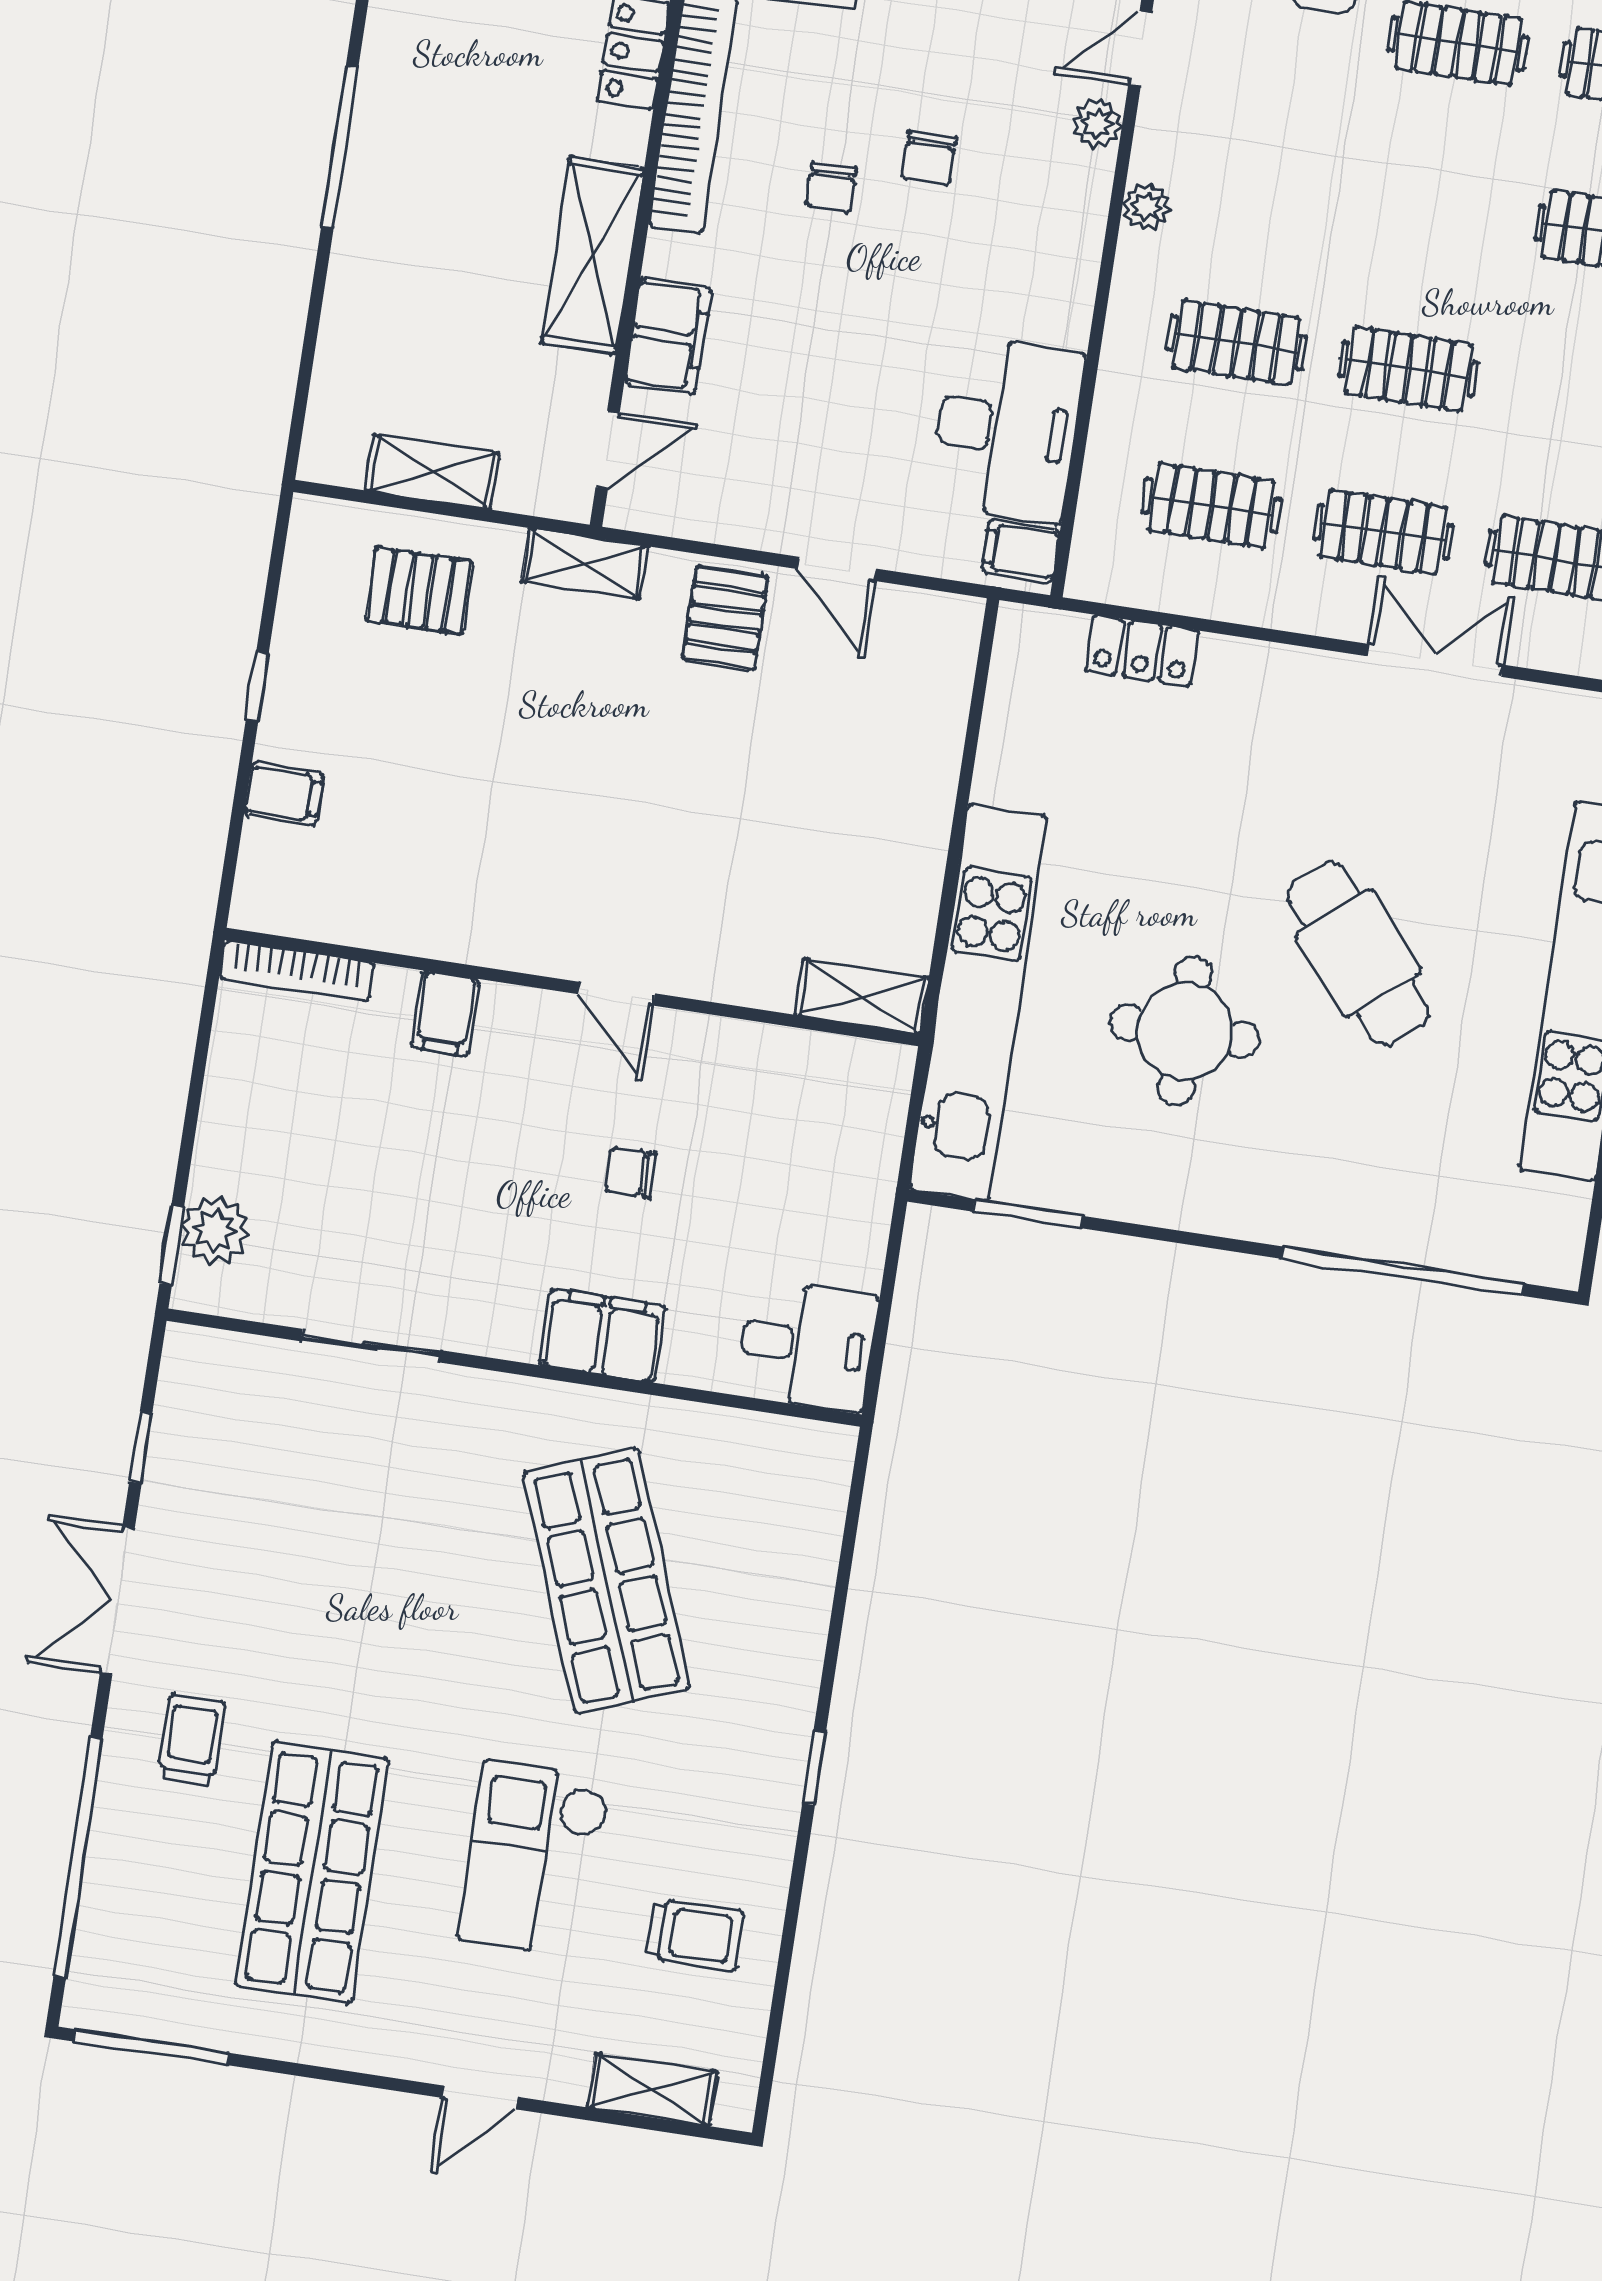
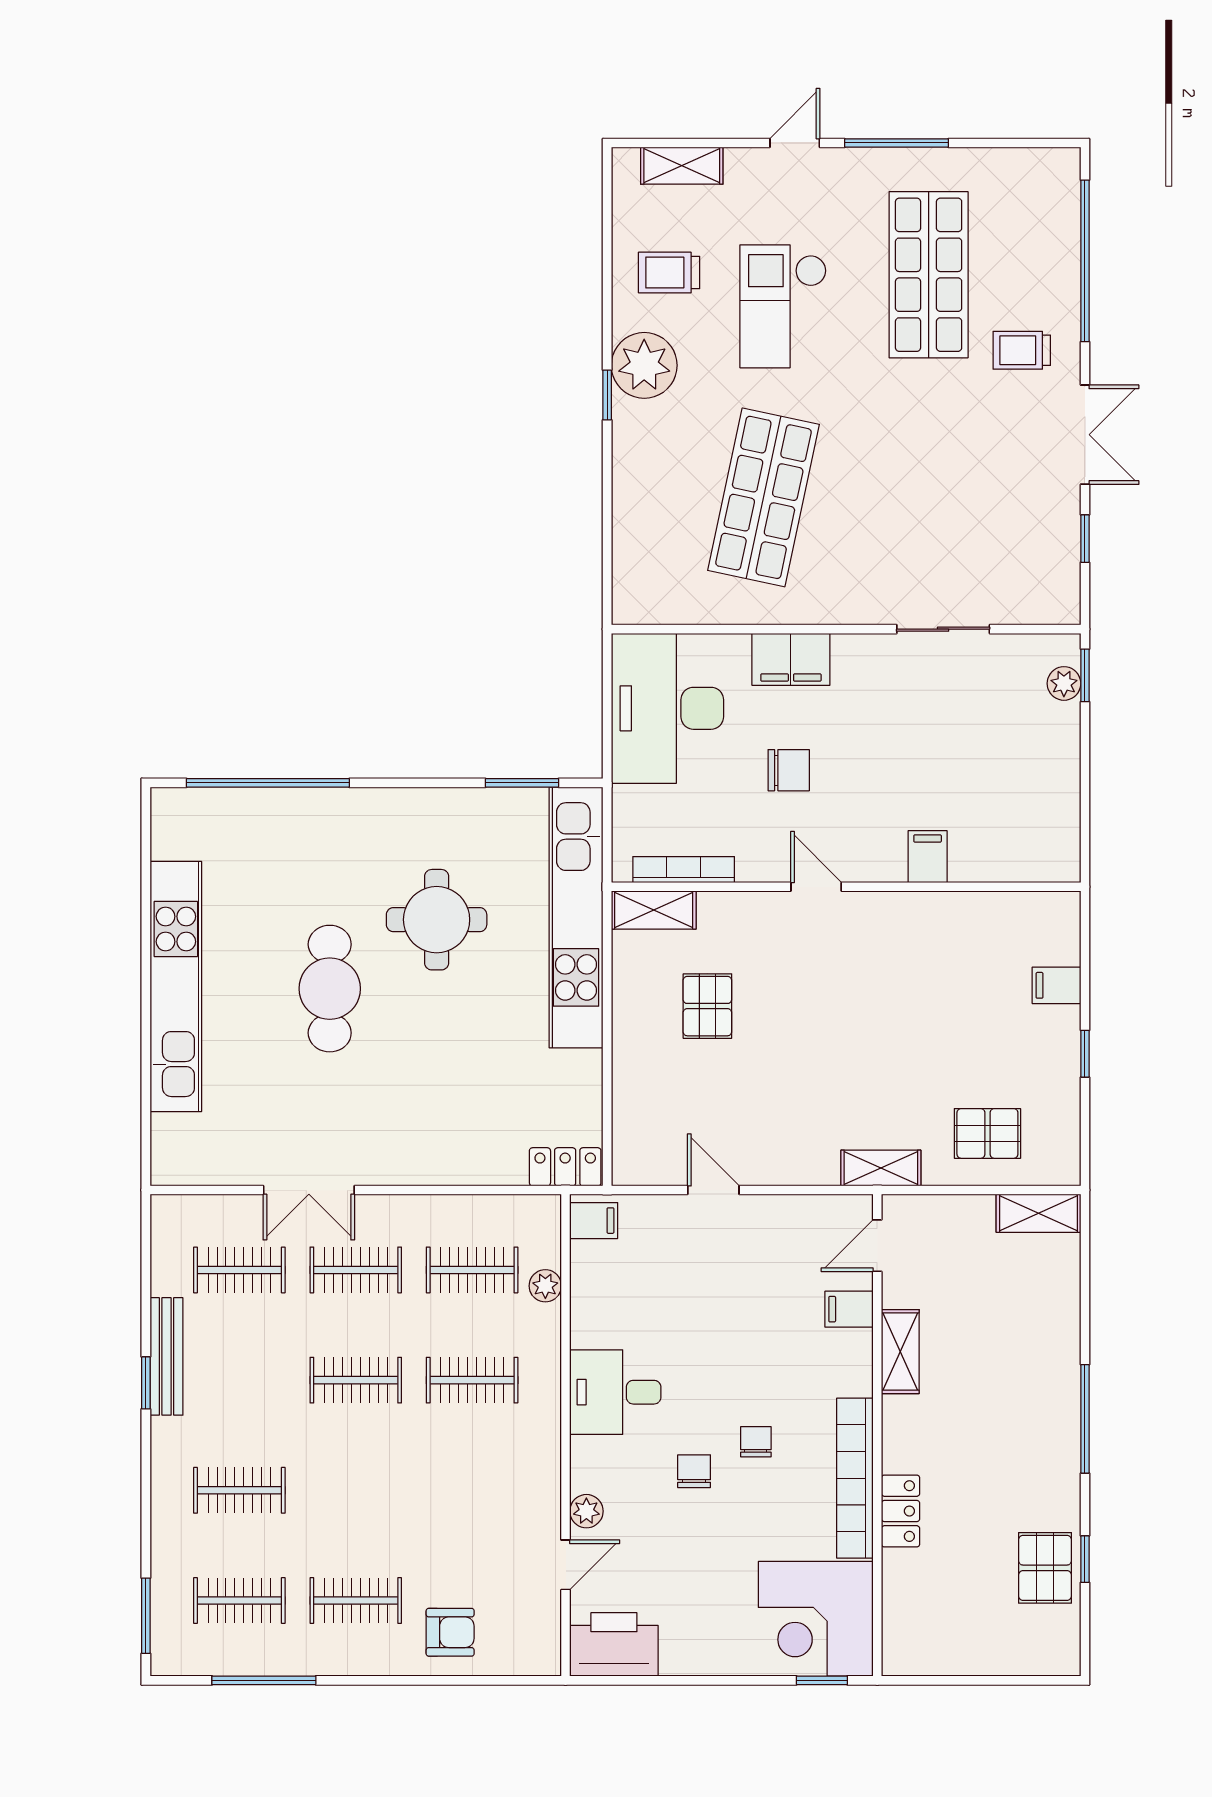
plant: (1147, 207) -> (545, 1286), moved
shelving: (593, 256) -> (900, 1352), width x0.67, depth x0.75
filing cabinet: (668, 336) -> (849, 1309), width x0.50
desk: (1007, 429) -> (615, 1392), moved, width x0.73
shelving: (432, 472) -> (1038, 1213), moved
pallet: (725, 618) -> (707, 1006), moved
locker: (1142, 651) -> (565, 1167), moved
cafe table: (1358, 953) -> (330, 989), turned 40
bookcase: (297, 971) -> (684, 870), moved
chair: (631, 1172) -> (789, 770), width x1.37, depth x1.37
plant: (215, 1230) -> (1064, 683), width x0.73, depth x0.73
desk: (807, 1346) -> (667, 708), width x1.87, depth x1.30
shop shelf: (606, 1581) -> (763, 497), turned 33
trolley: (192, 1740) -> (1022, 350), turned 90
plant: (753, 1803) -> (644, 365), added
checkout: (534, 1859) -> (783, 306), turned 180
window: (152, 2047) -> (897, 143), moved

